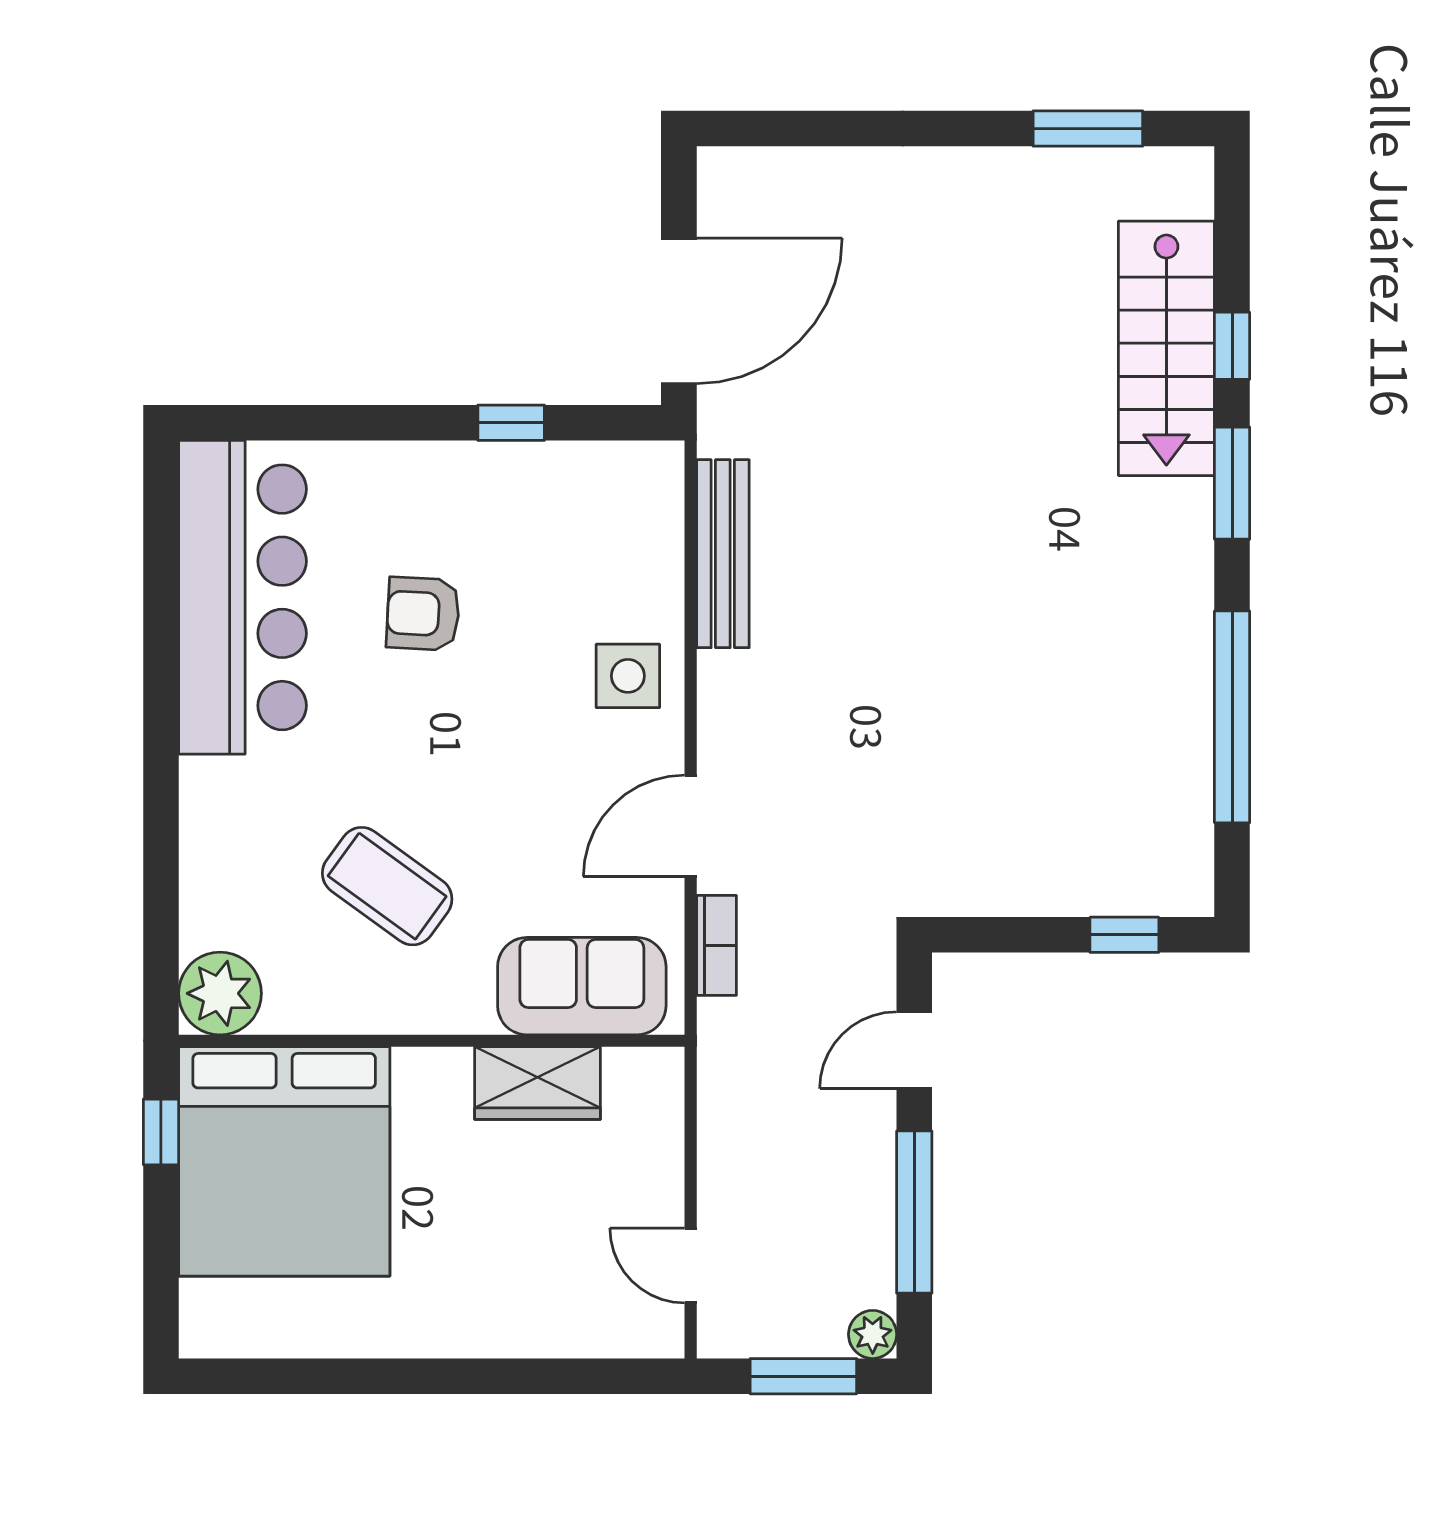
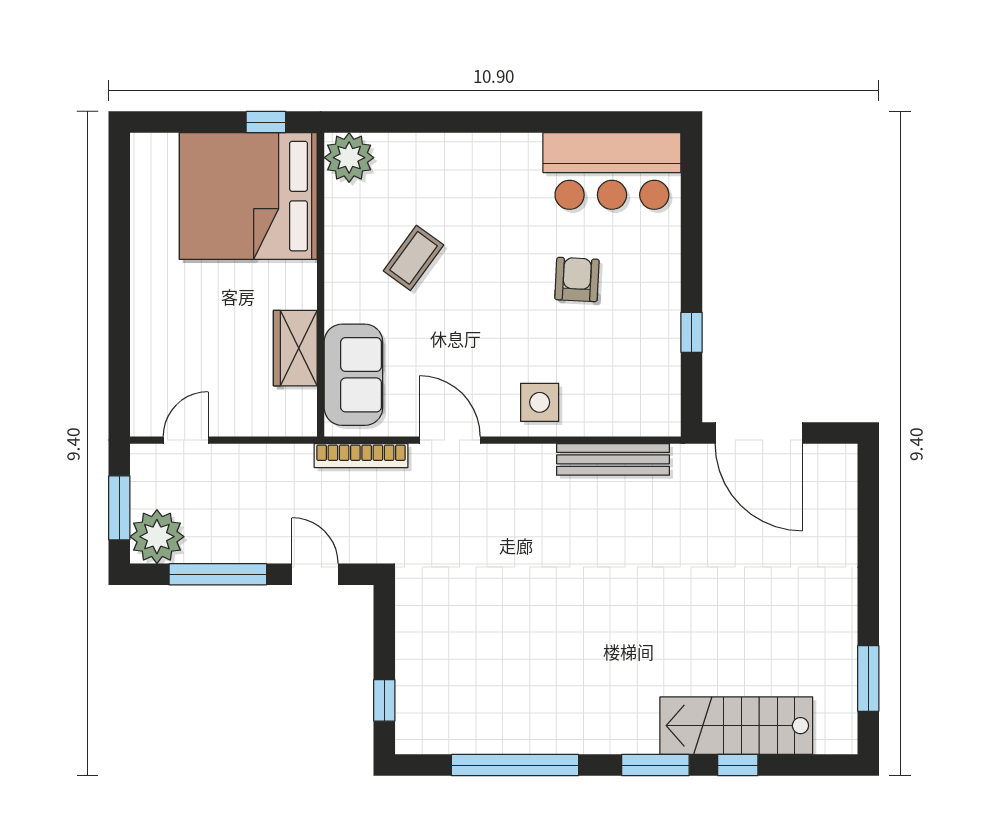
bar counter: (243, 597) -> (612, 171), width x0.73
coffee table: (387, 886) -> (413, 258), width x0.73, depth x0.77
bookcase: (716, 945) -> (361, 456), width x1.56
plant: (873, 1334) -> (157, 537), width x1.87, depth x1.87

